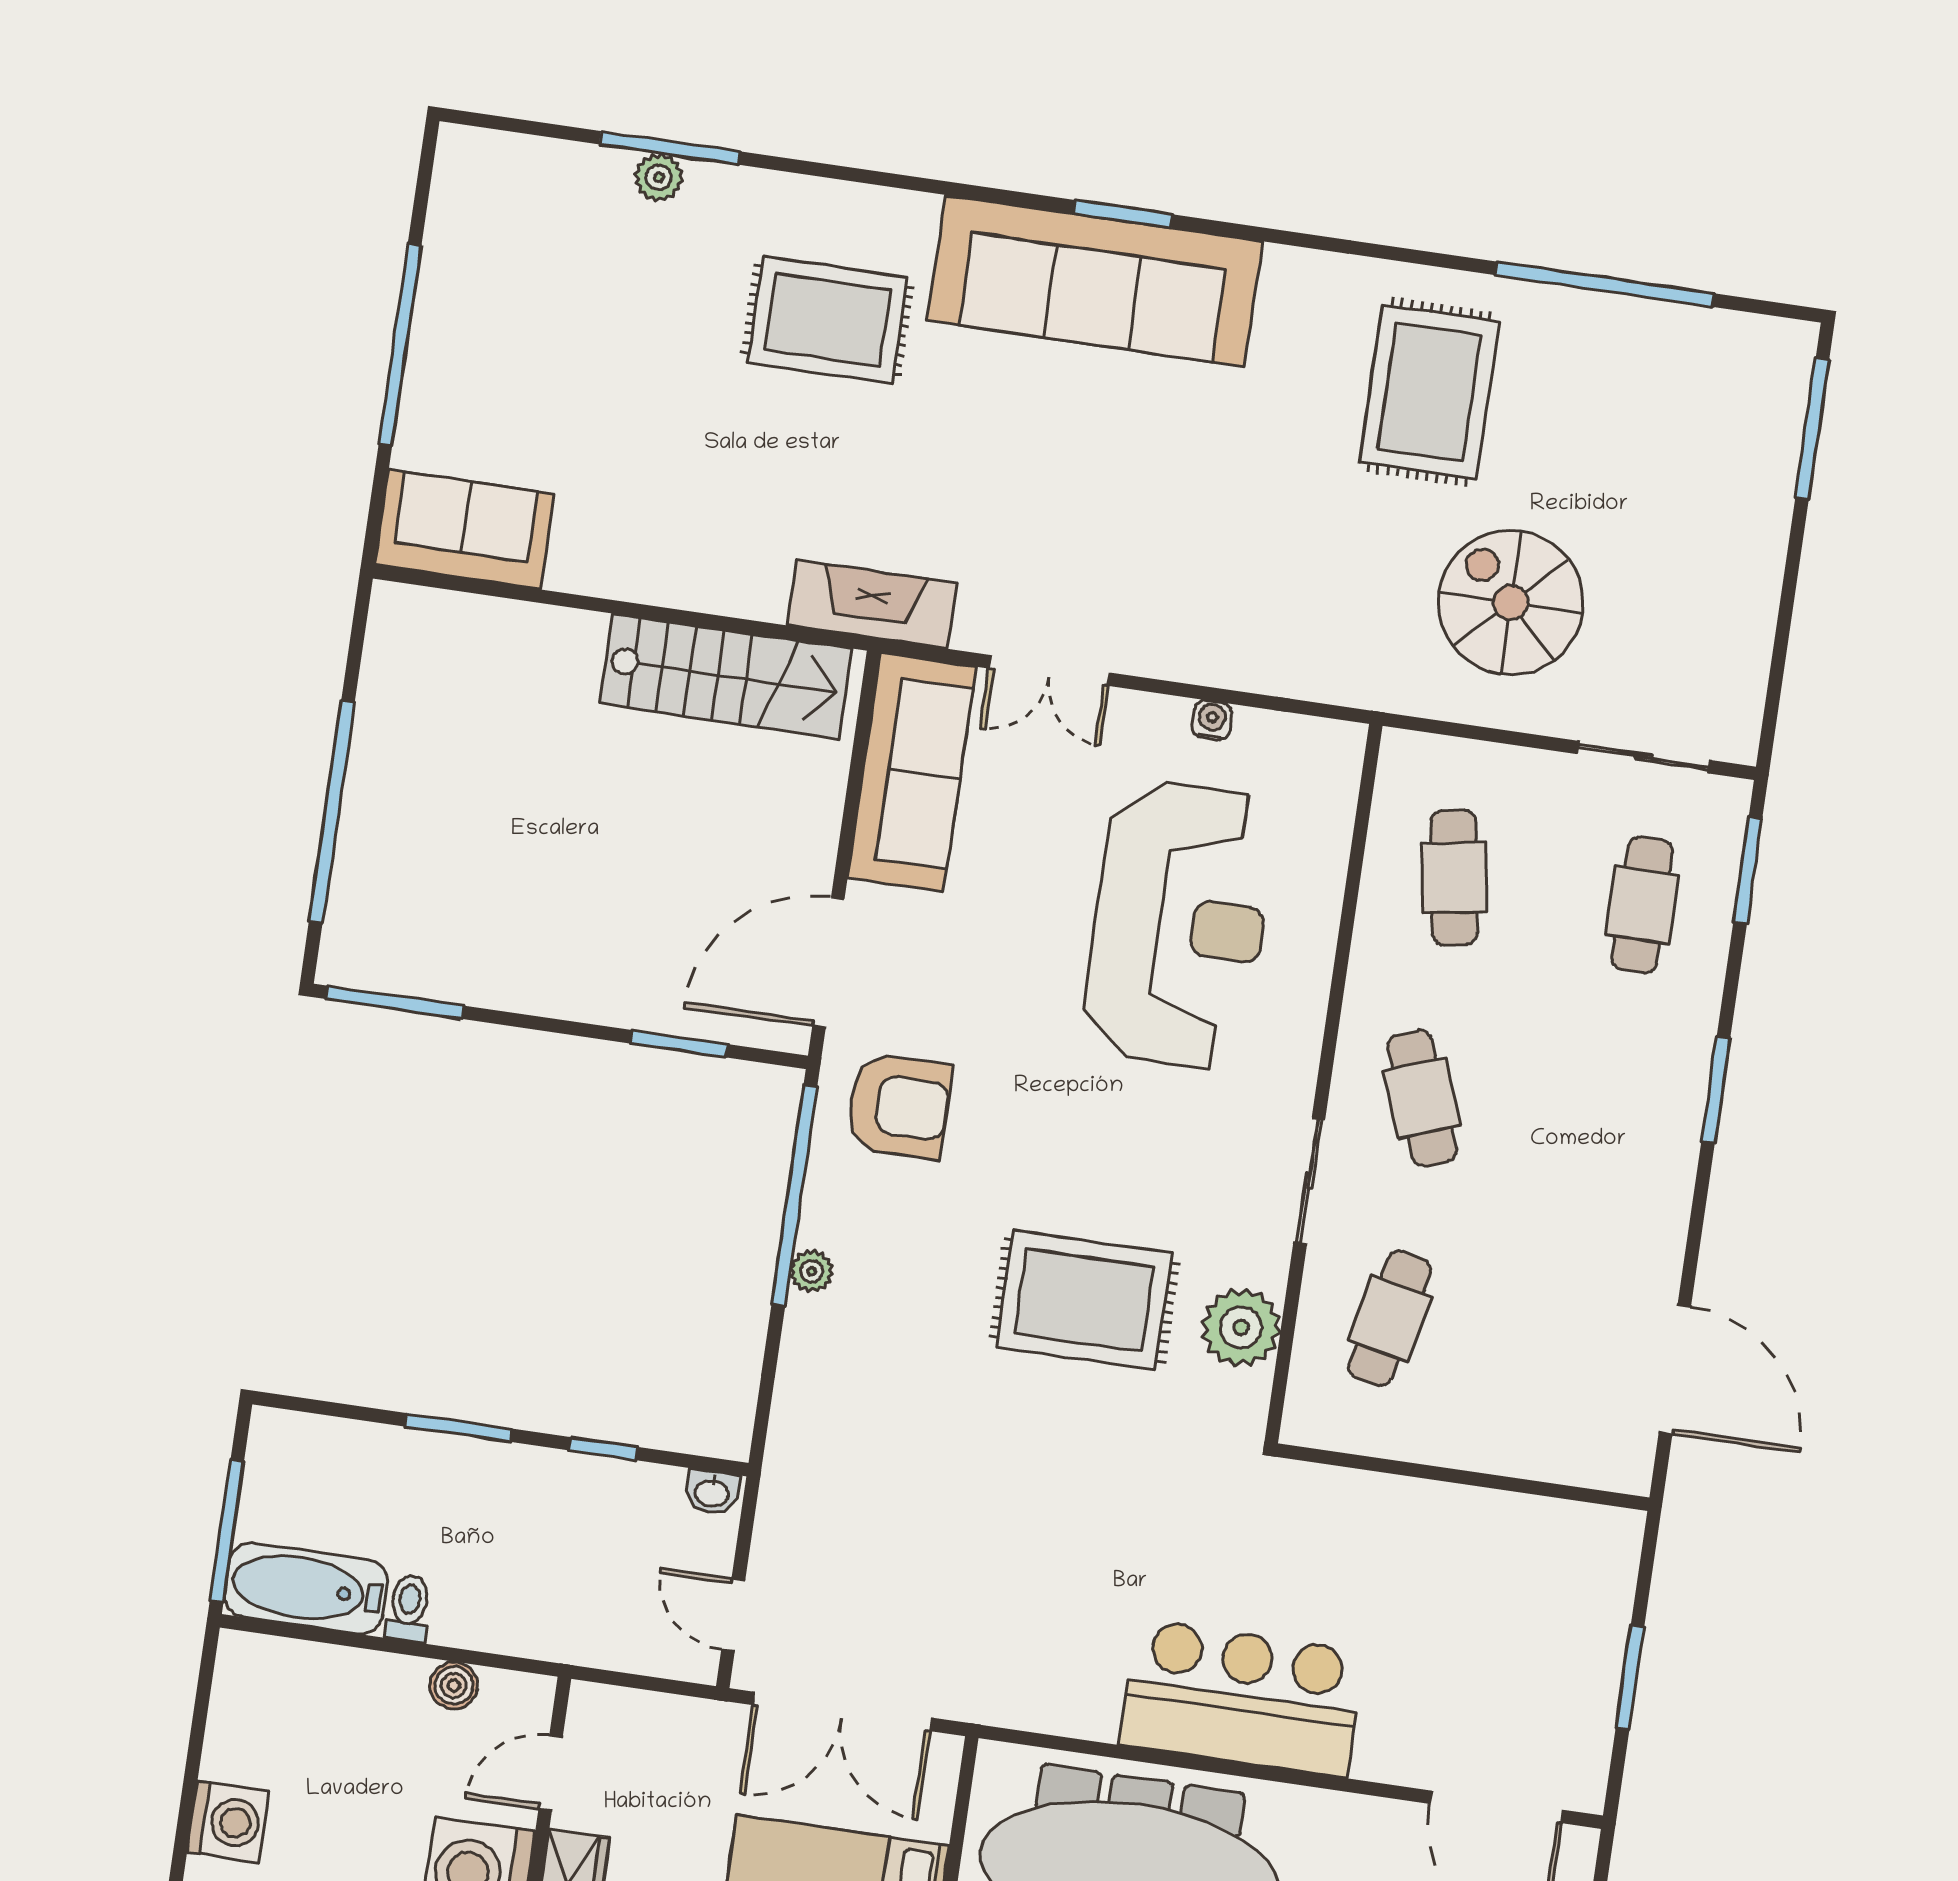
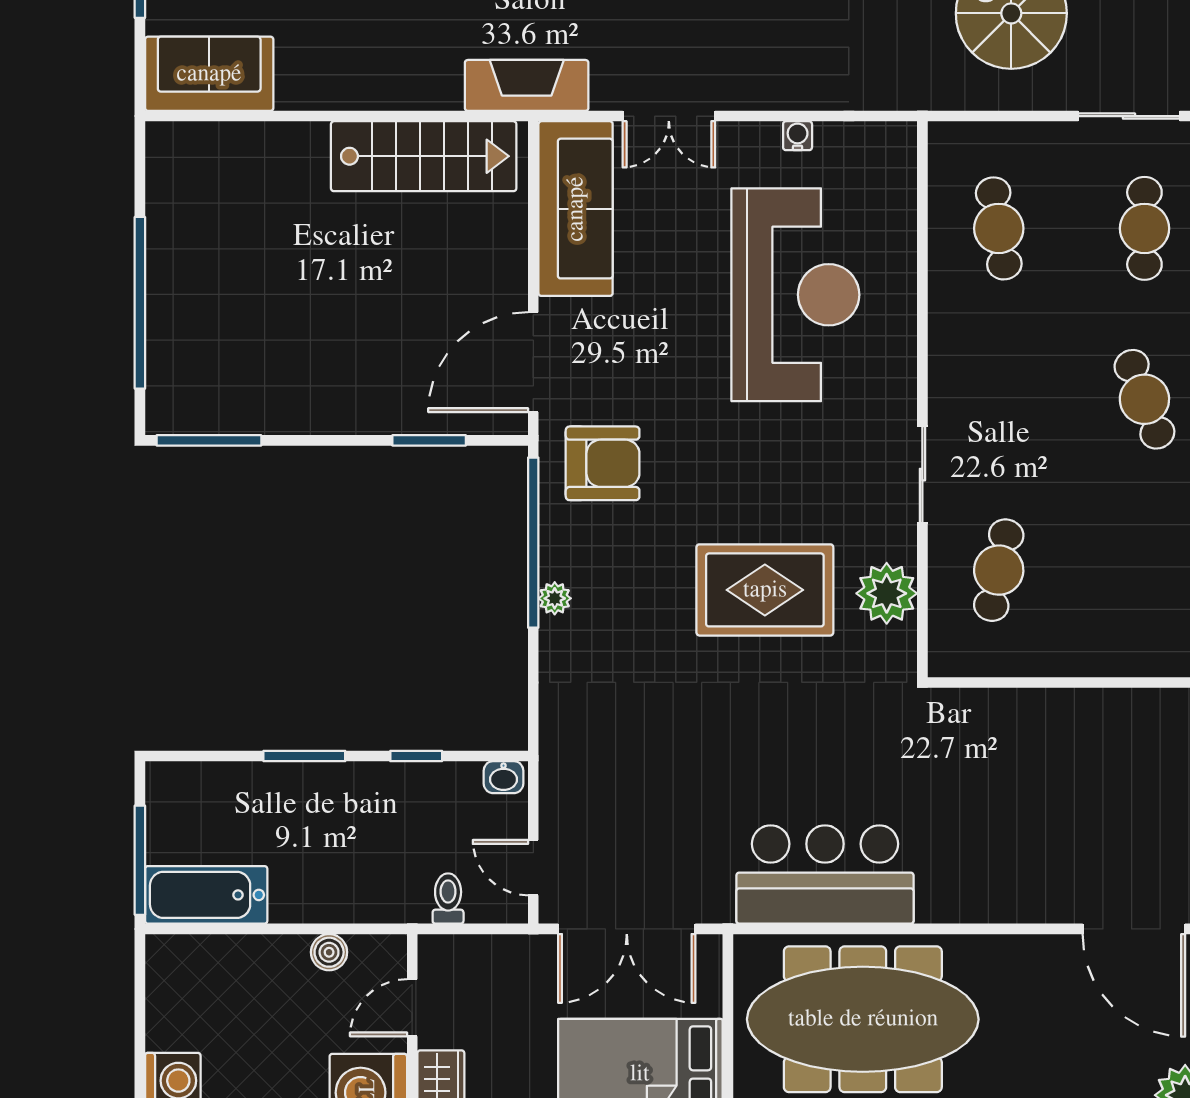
cafe table: (1422, 1098) -> (1144, 399), moved
toilet: (409, 1608) -> (448, 899), moved
bar counter: (1242, 1698) -> (825, 875), moved

